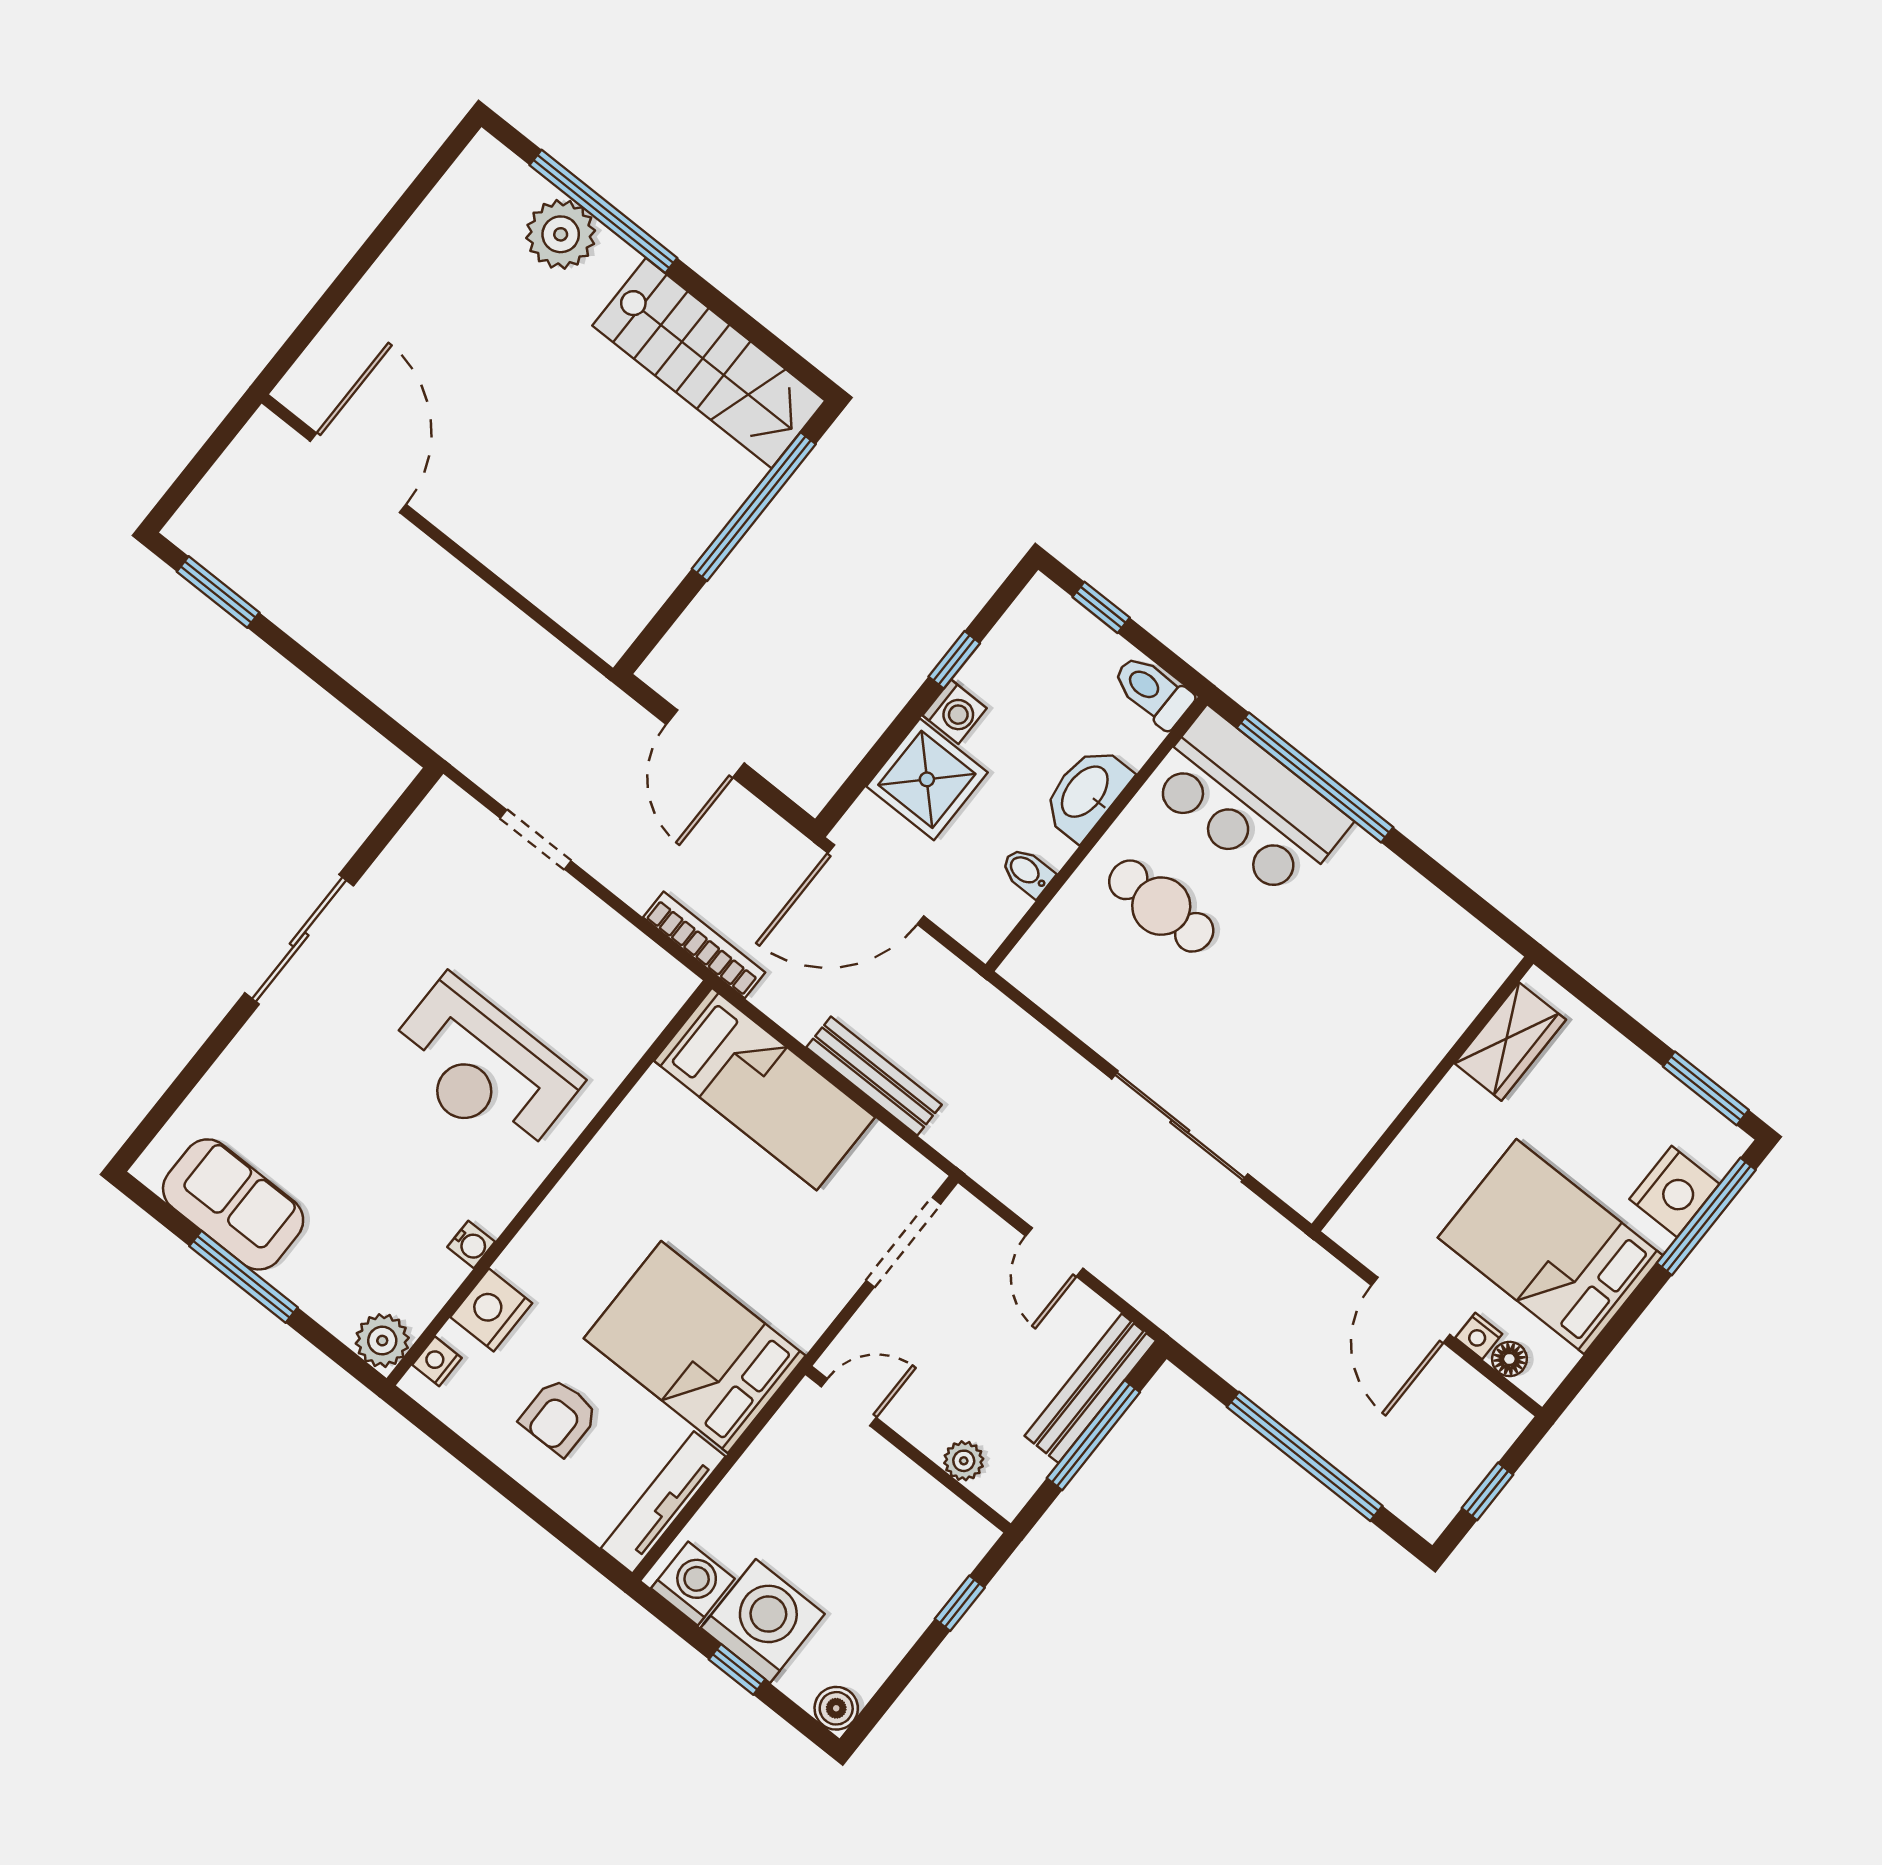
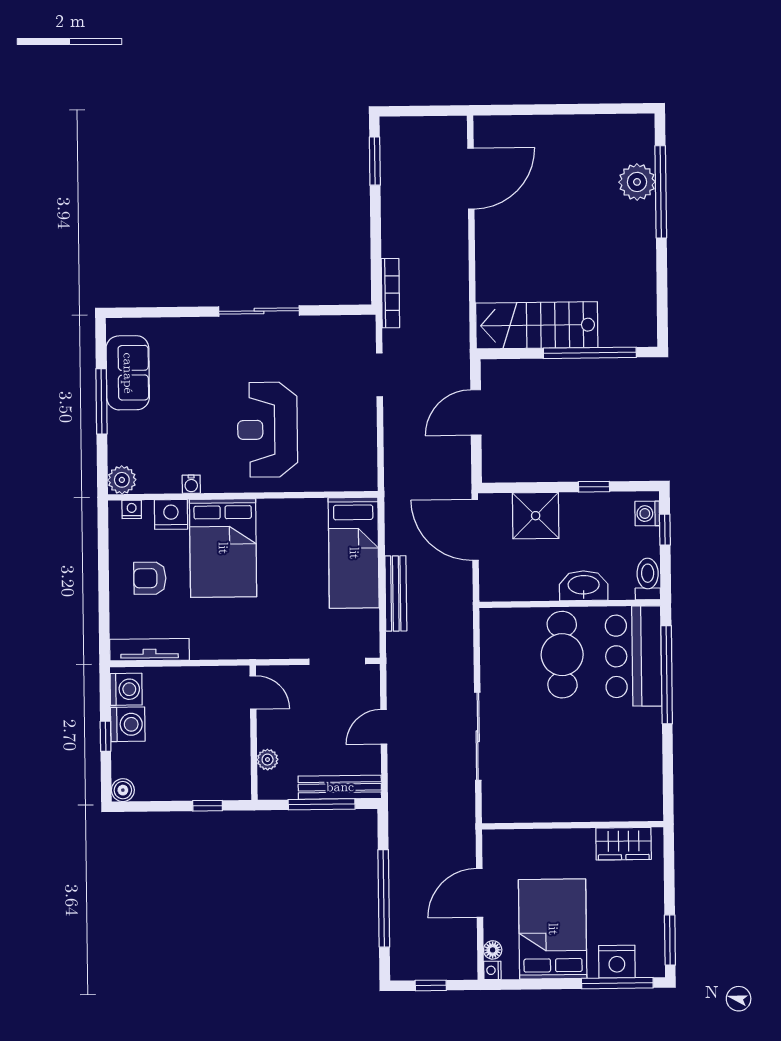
stairs: (709, 363) -> (537, 325), moved, turned 90
washing machine: (955, 712) -> (647, 513), moved, turned 90
bidet: (1027, 872) -> (531, 588), removed
cafe table: (1161, 906) -> (562, 655), width x1.37, depth x1.35
bookcase: (704, 945) -> (390, 293), moved
nightstand: (1479, 1336) -> (492, 970), moved
bed: (695, 1347) -> (223, 548), moved, turned 180
washing machine: (763, 1621) -> (128, 724), width x0.73, depth x0.73

